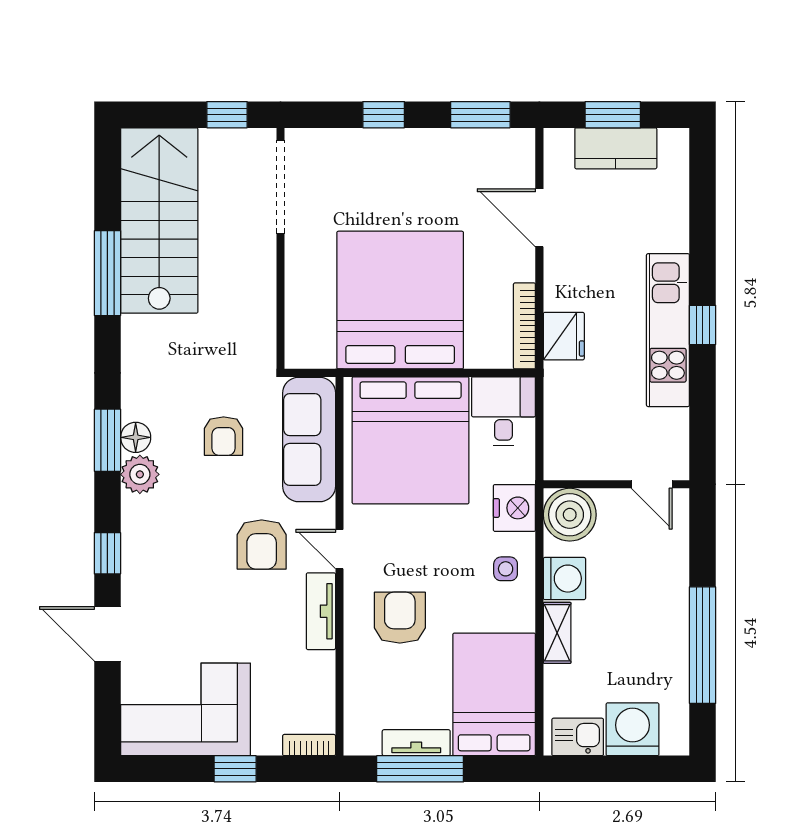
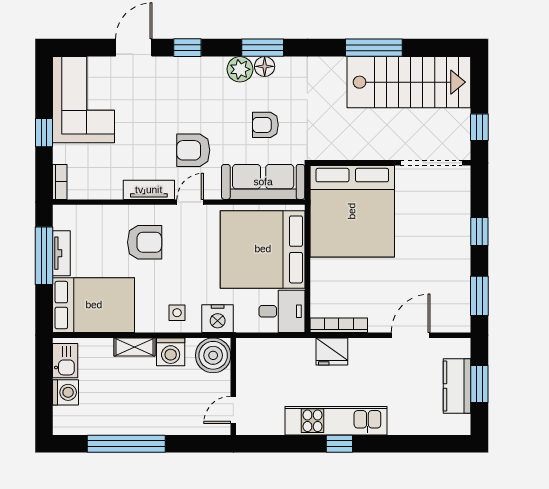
bed: (400, 300) -> (352, 211), moved, turned 90
washing machine: (632, 729) -> (66, 392), width x0.73, depth x0.73

